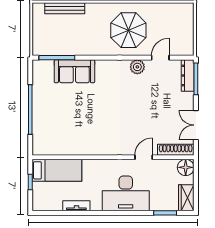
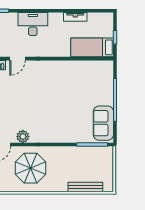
sofa: (74, 71) -> (103, 123), moved, turned -90
desk: (126, 193) -> (33, 24), width x0.73, depth x0.77

